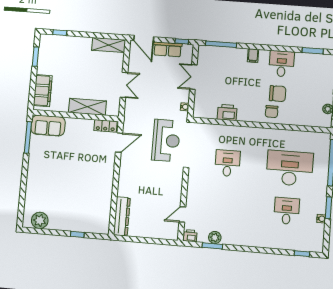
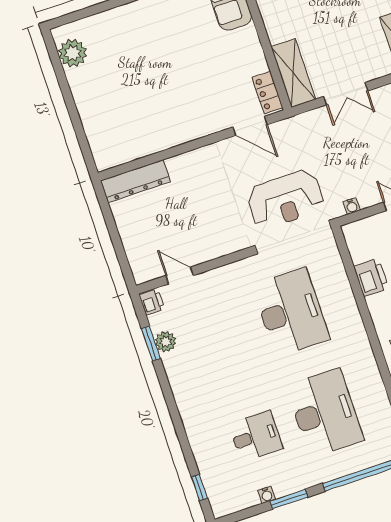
shelving: (87, 107) -> (293, 73), moved
desk: (227, 163) -> (291, 312), width x1.87, depth x1.30
window: (77, 234) -> (77, 123), removed

